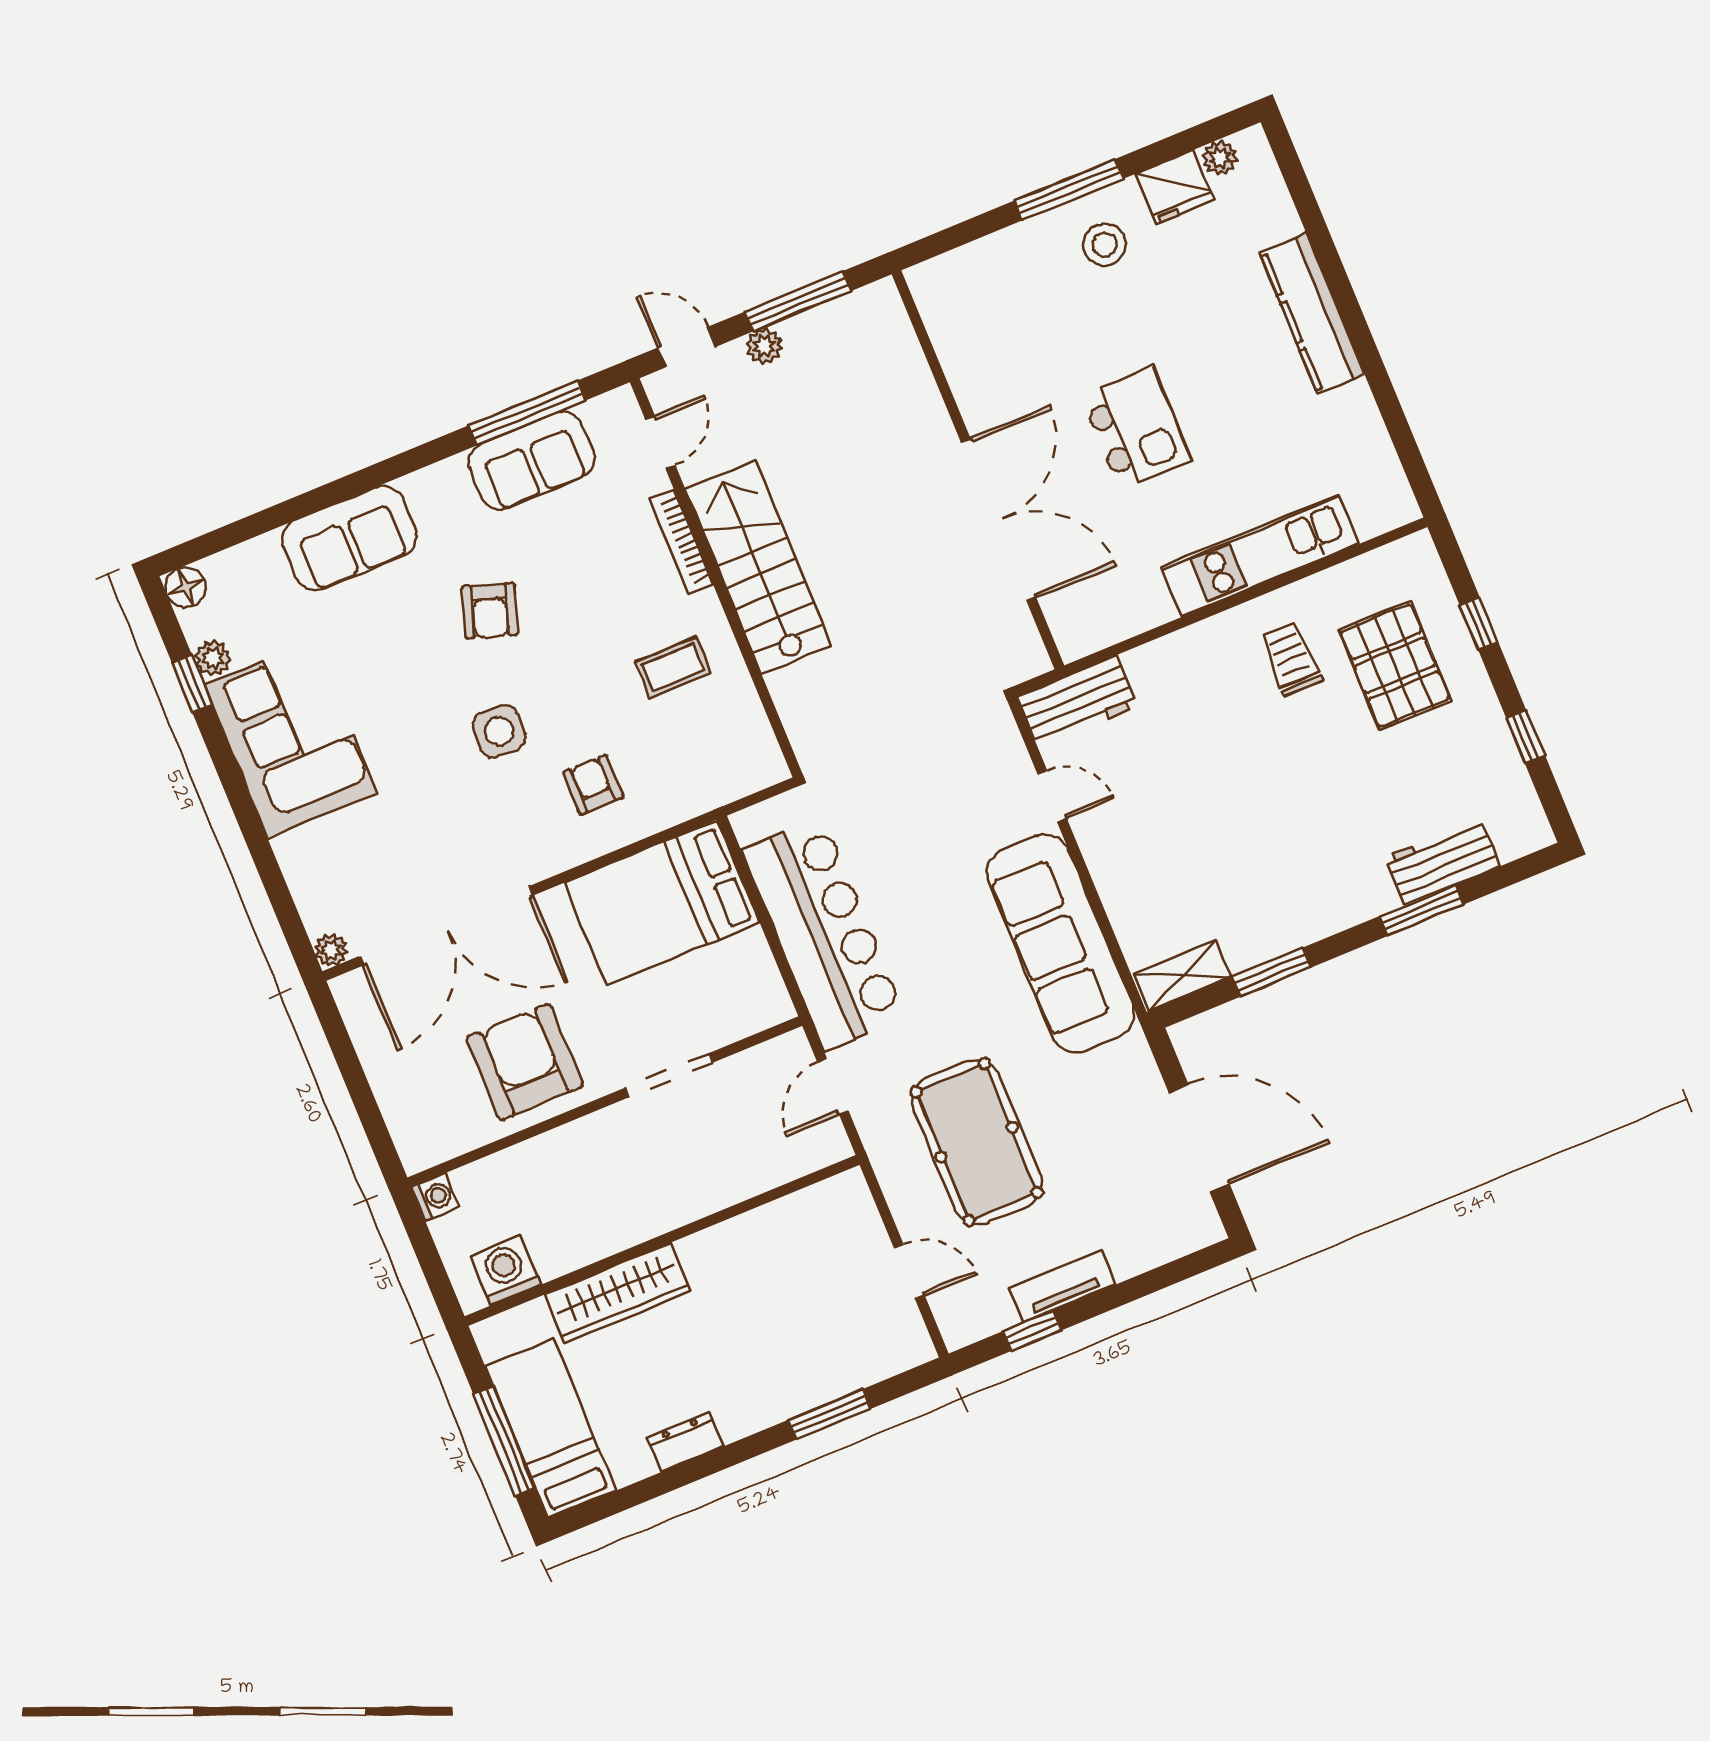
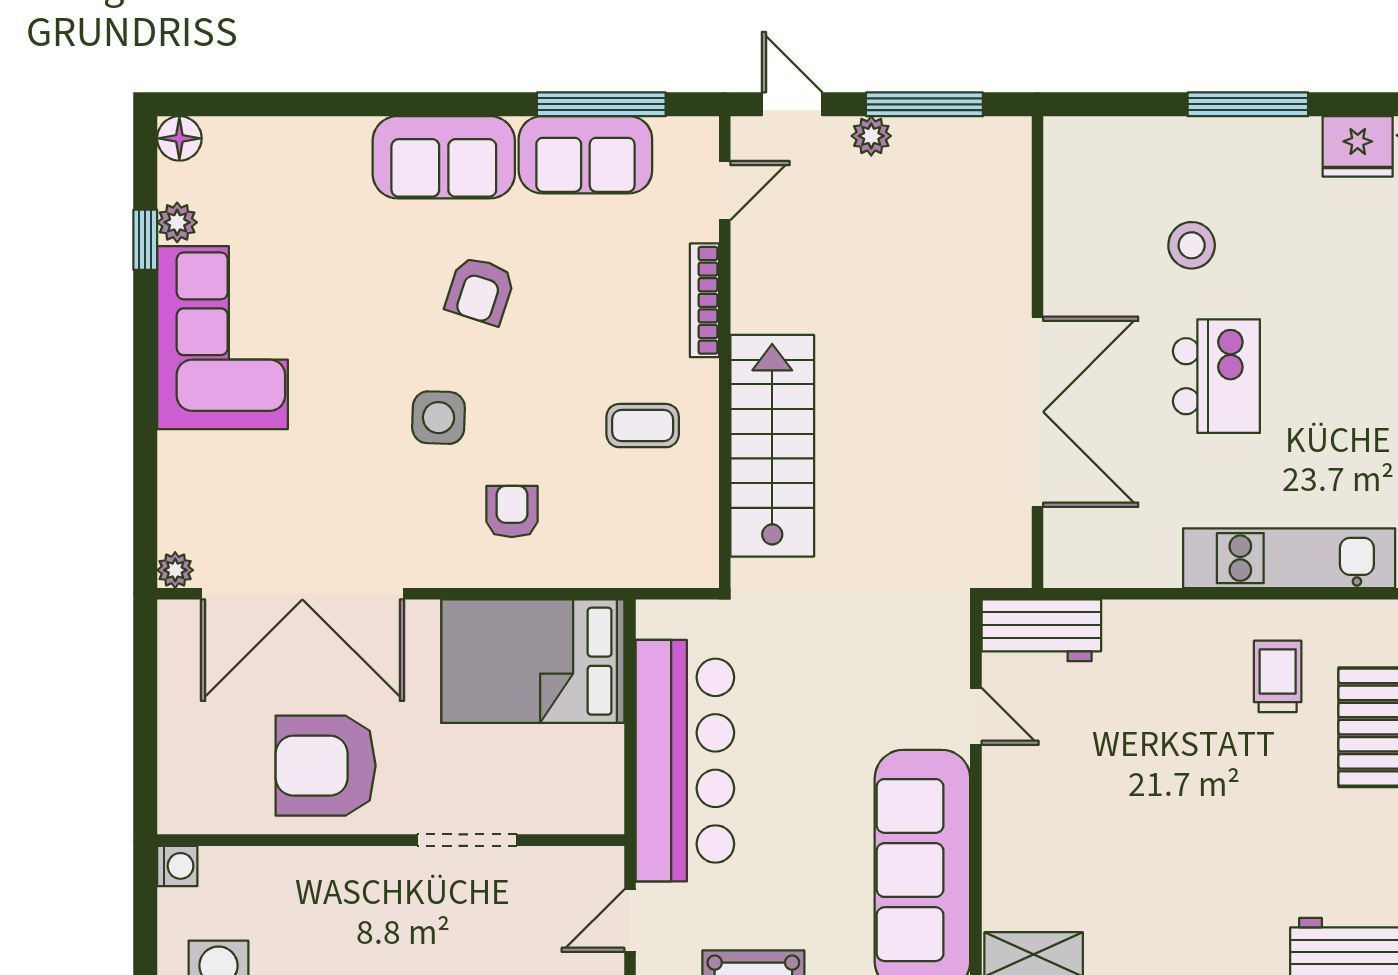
stool: (1105, 245) -> (1192, 245), moved
sofa: (349, 538) -> (444, 157), moved
stairs: (758, 567) -> (772, 446), moved
armchair: (525, 1062) -> (326, 766), turned -90

